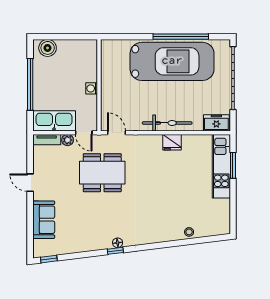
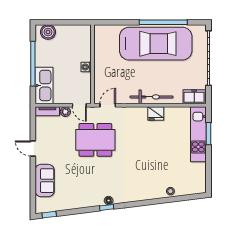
kitchen sink: (54, 121) -> (44, 85), moved, turned 90
door: (116, 133) -> (108, 105), hinge flipped

